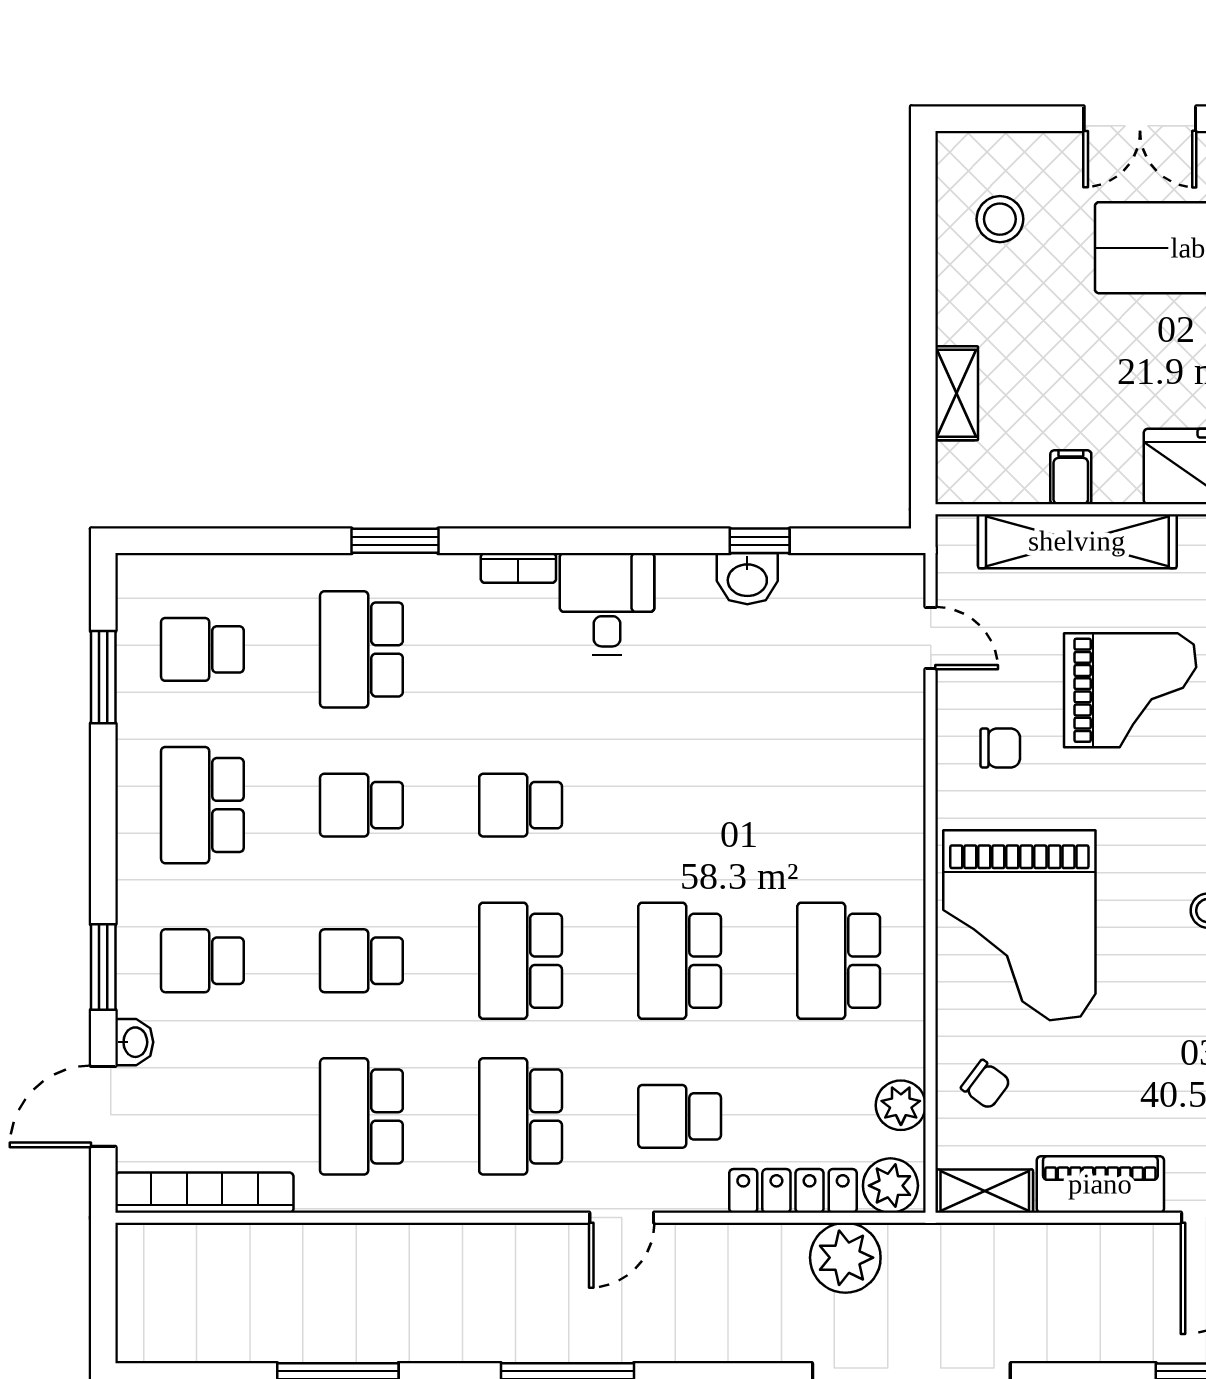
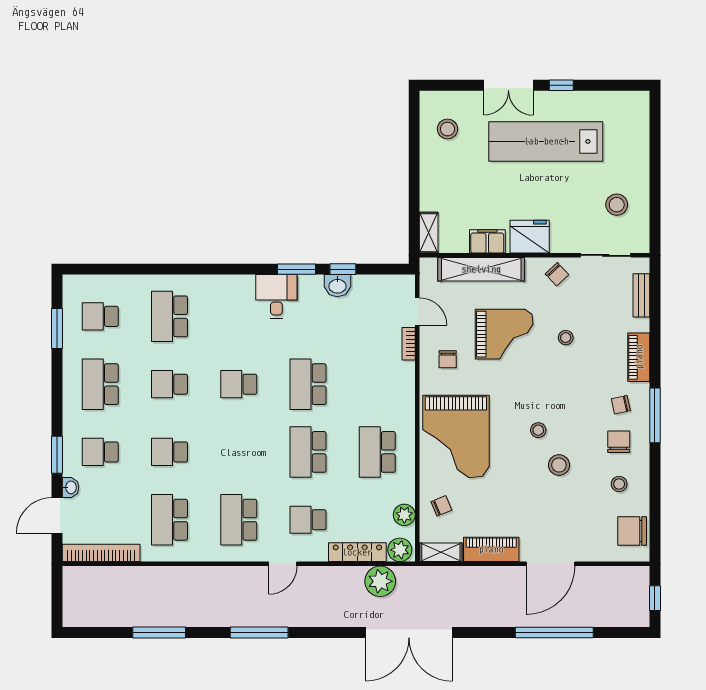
shelving: (957, 393) -> (429, 233), moved
filing cabinet: (1071, 477) -> (487, 241), width x2.00
window: (395, 541) -> (296, 269), moved
bookcase: (518, 568) -> (409, 344), moved, turned 90
chair: (1000, 748) -> (448, 359), turned 90
school desk: (521, 961) -> (308, 384), moved
chair: (986, 1085) -> (441, 506), turned -60

